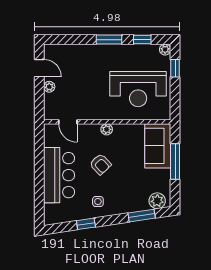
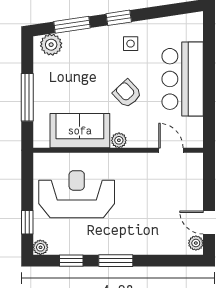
plant: (49, 87) -> (196, 243), moved
sofa: (158, 146) -> (80, 131), moved, turned -90
window: (86, 224) -> (119, 18), moved

